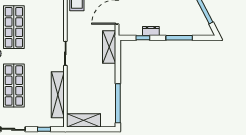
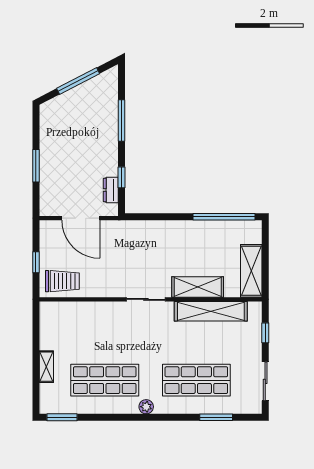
dresser: (151, 31) -> (111, 190), moved
shelving: (109, 47) -> (198, 287), moved

